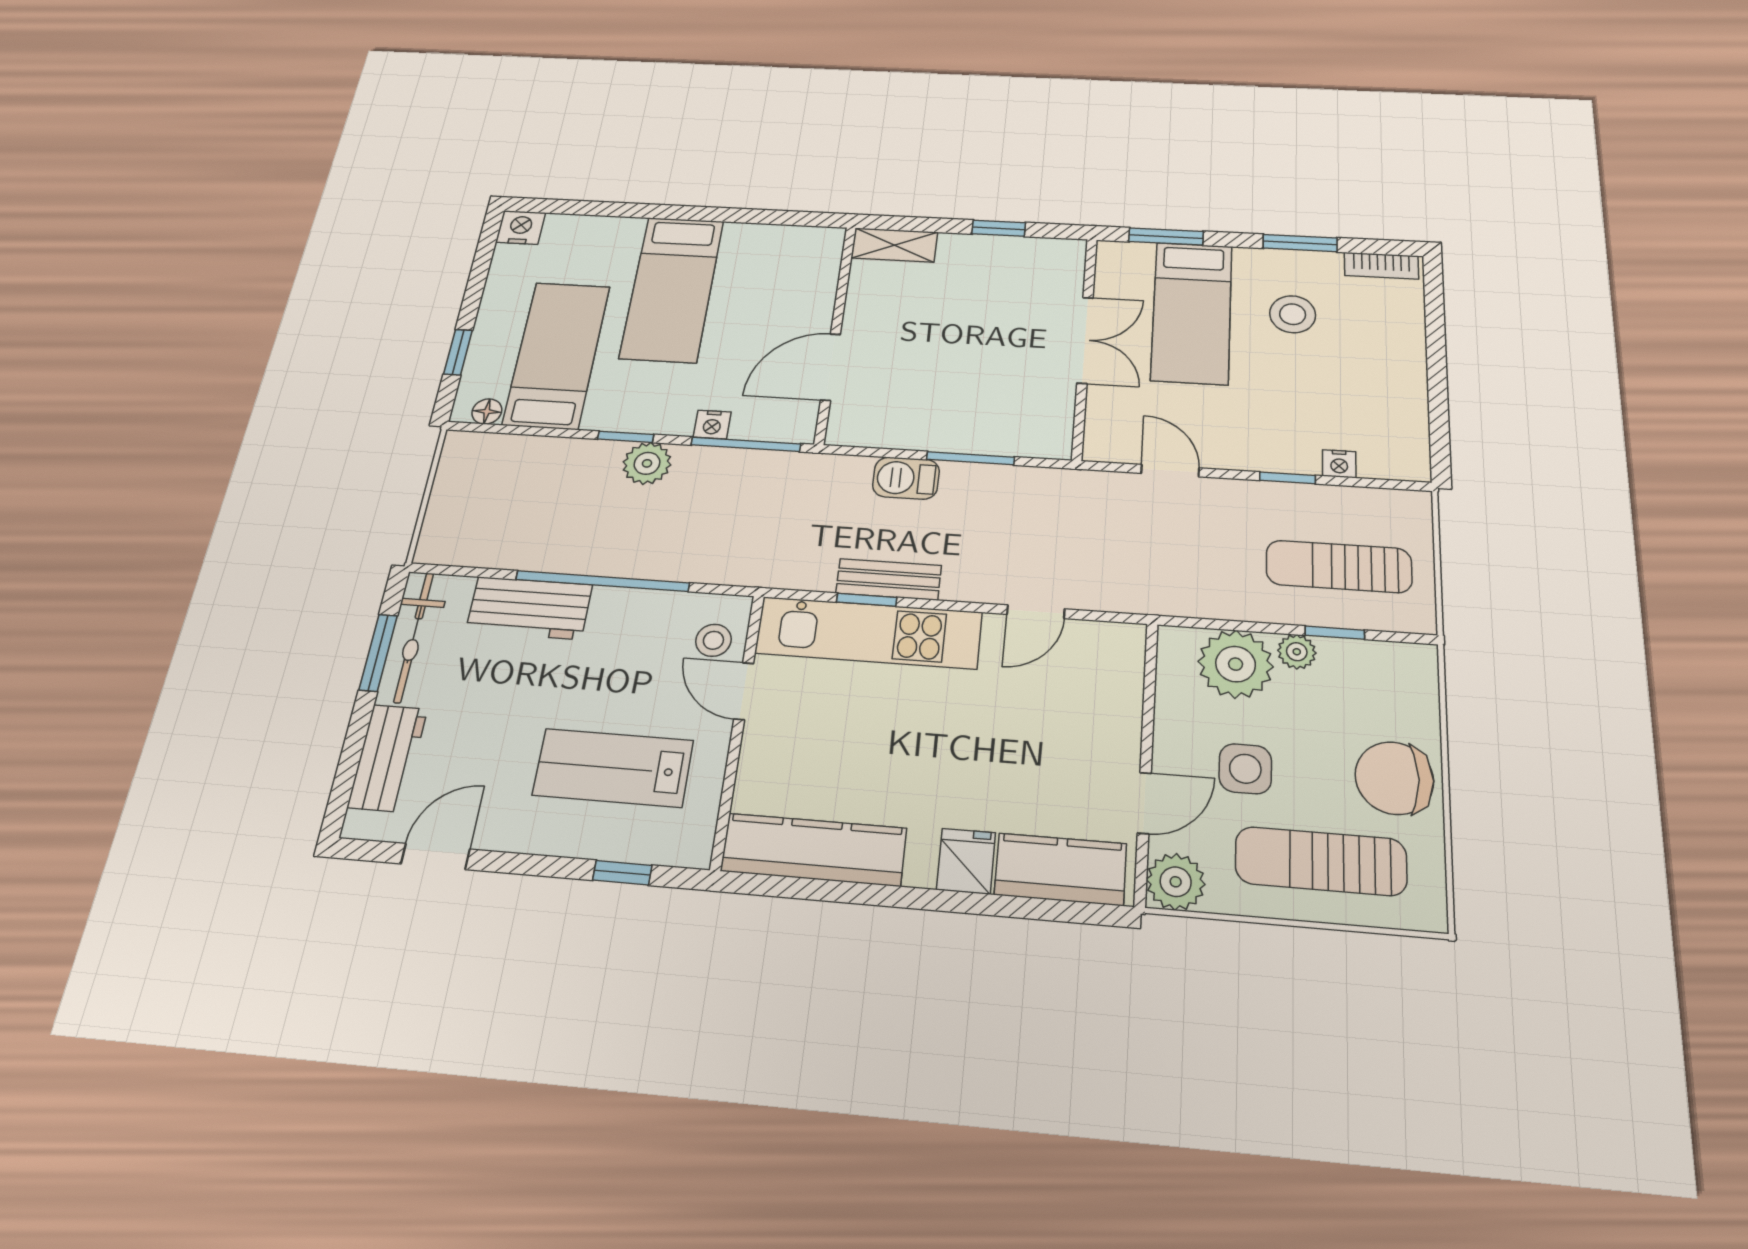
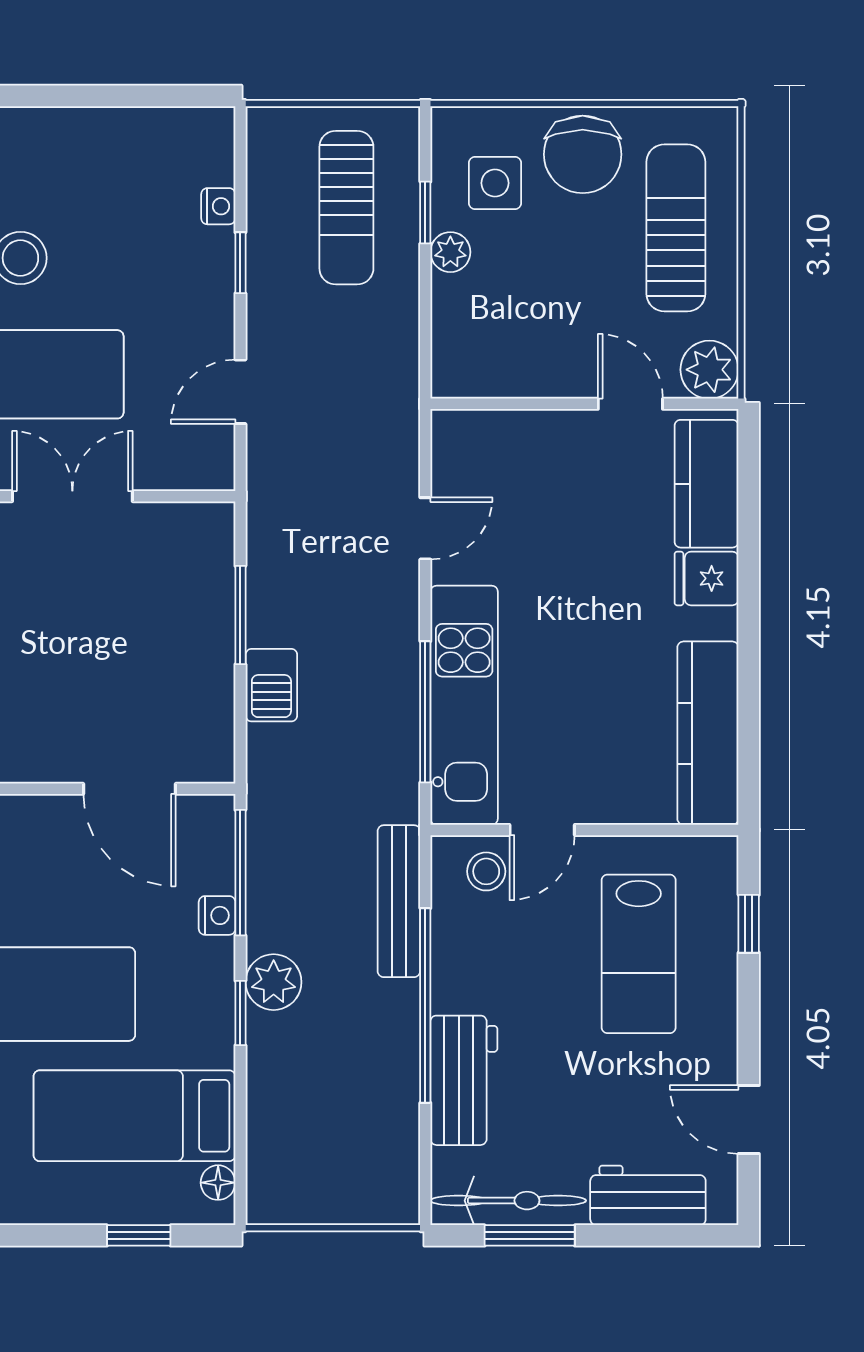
bench: (889, 579) -> (399, 901), moved, width x1.36
window: (867, 600) -> (425, 712), width x2.17
door: (1036, 612) -> (425, 528), hinge flipped
plant: (1236, 664) -> (470, 315), removed
side table: (1245, 769) -> (495, 183), moved
sun lounger: (1321, 861) -> (676, 228), turned 180

